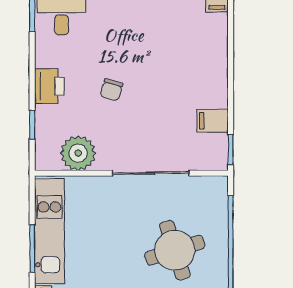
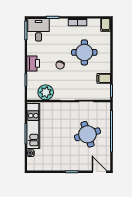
round table: (168, 61) -> (84, 52), added

